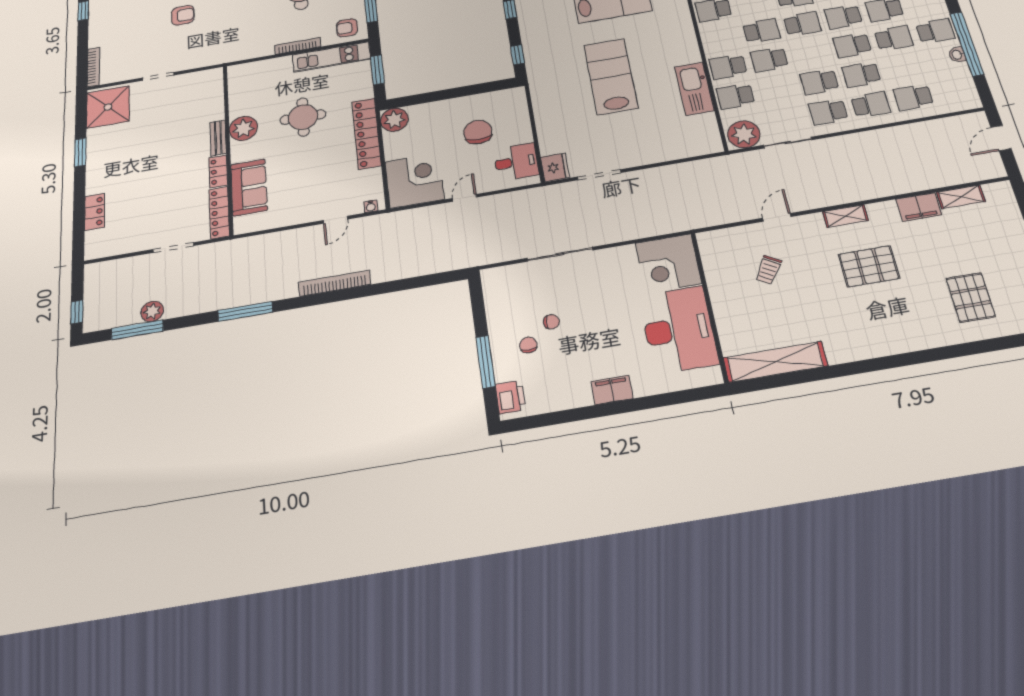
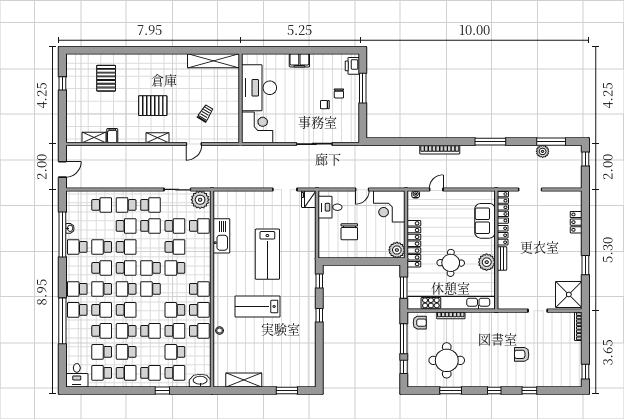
kitchen unit: (331, 57) -> (451, 303), width x1.86
school desk: (728, 67) -> (175, 226), moved
filing cabinet: (919, 207) -> (112, 136), width x0.50

